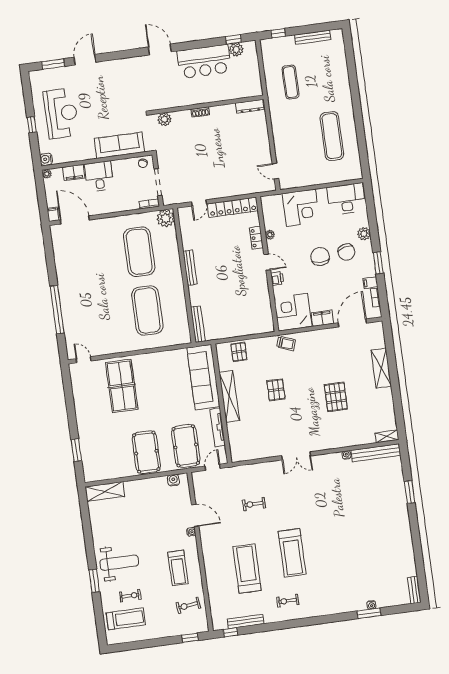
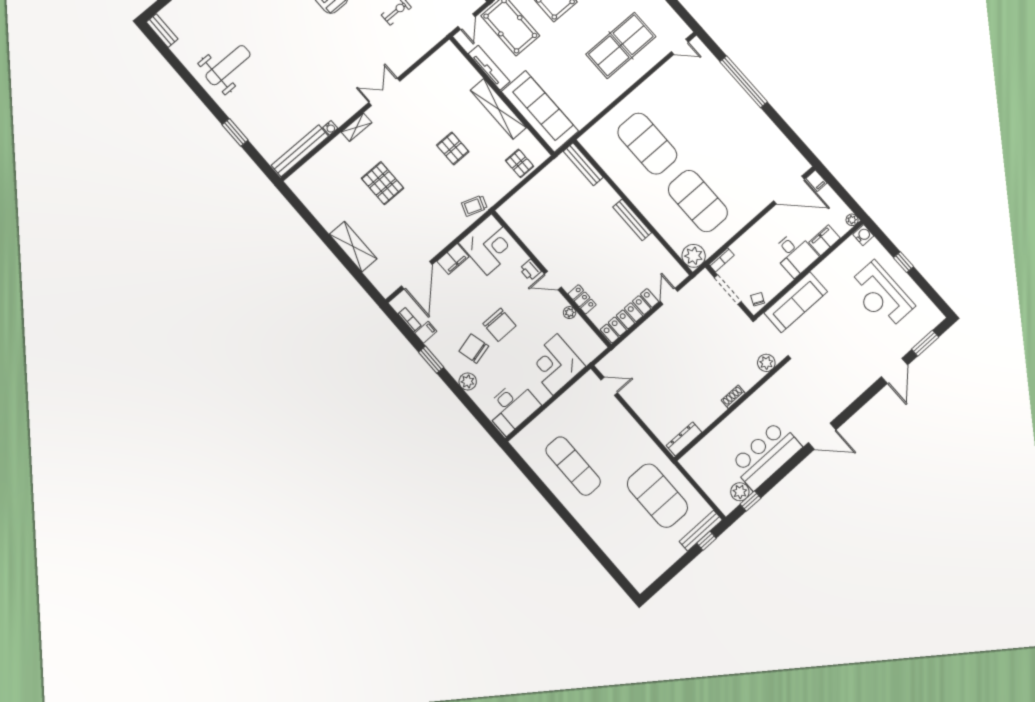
bench: (313, 37) -> (701, 531), moved
exercise mat: (290, 82) -> (657, 496), width x2.00, depth x1.45
table tennis table: (122, 386) -> (621, 45), turned 90
shelving: (387, 436) -> (357, 127), moved
weight bench: (386, 539) -> (228, 65), added

